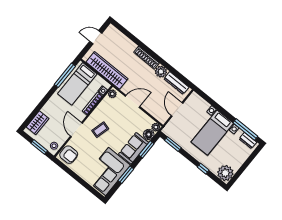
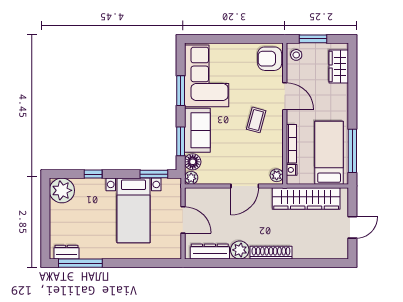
bed with nightstands: (212, 133) -> (133, 210), moved, turned 180

